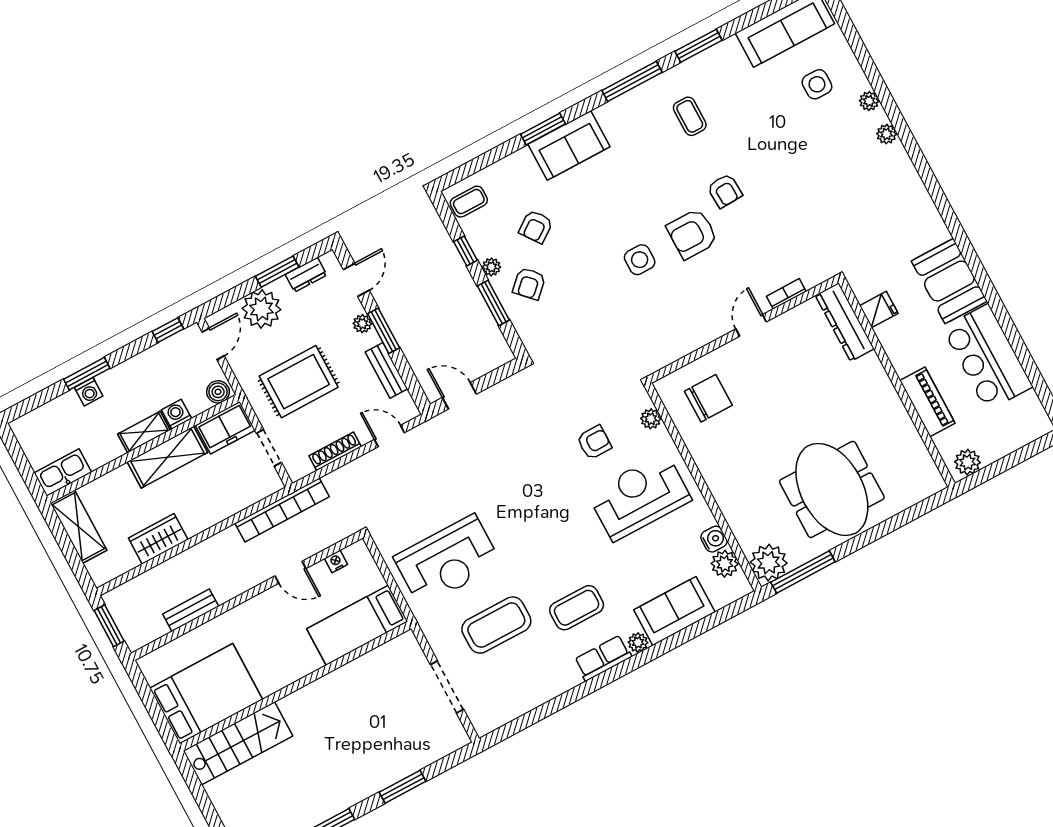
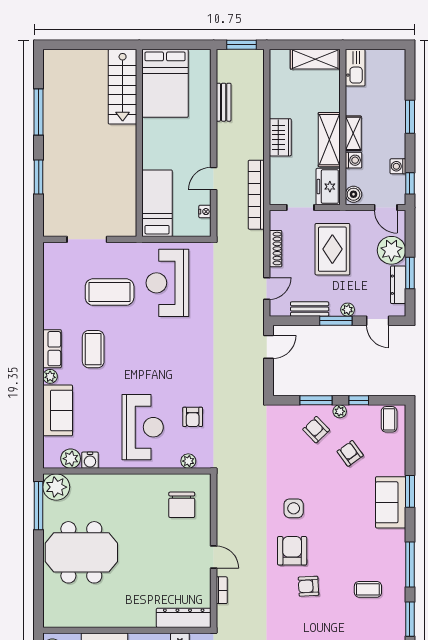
dresser: (306, 275) -> (398, 285), width x1.44
washing machine: (89, 392) -> (398, 166), moved
wardrobe: (158, 539) -> (280, 137), moved
coffee table: (496, 625) -> (110, 292), turned 90

